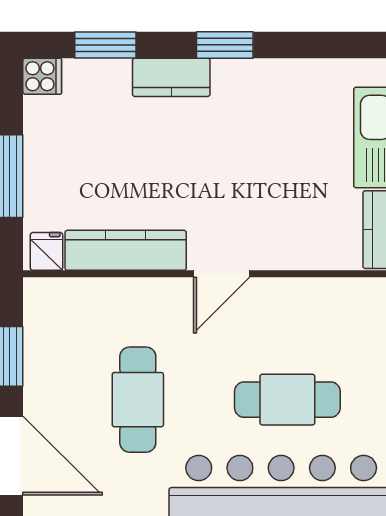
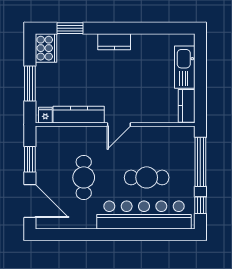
window: (225, 45) -> (120, 28), removed
cooker: (42, 76) -> (46, 48), width x1.87, depth x1.31
kitchen counter: (171, 77) -> (114, 42), moved

